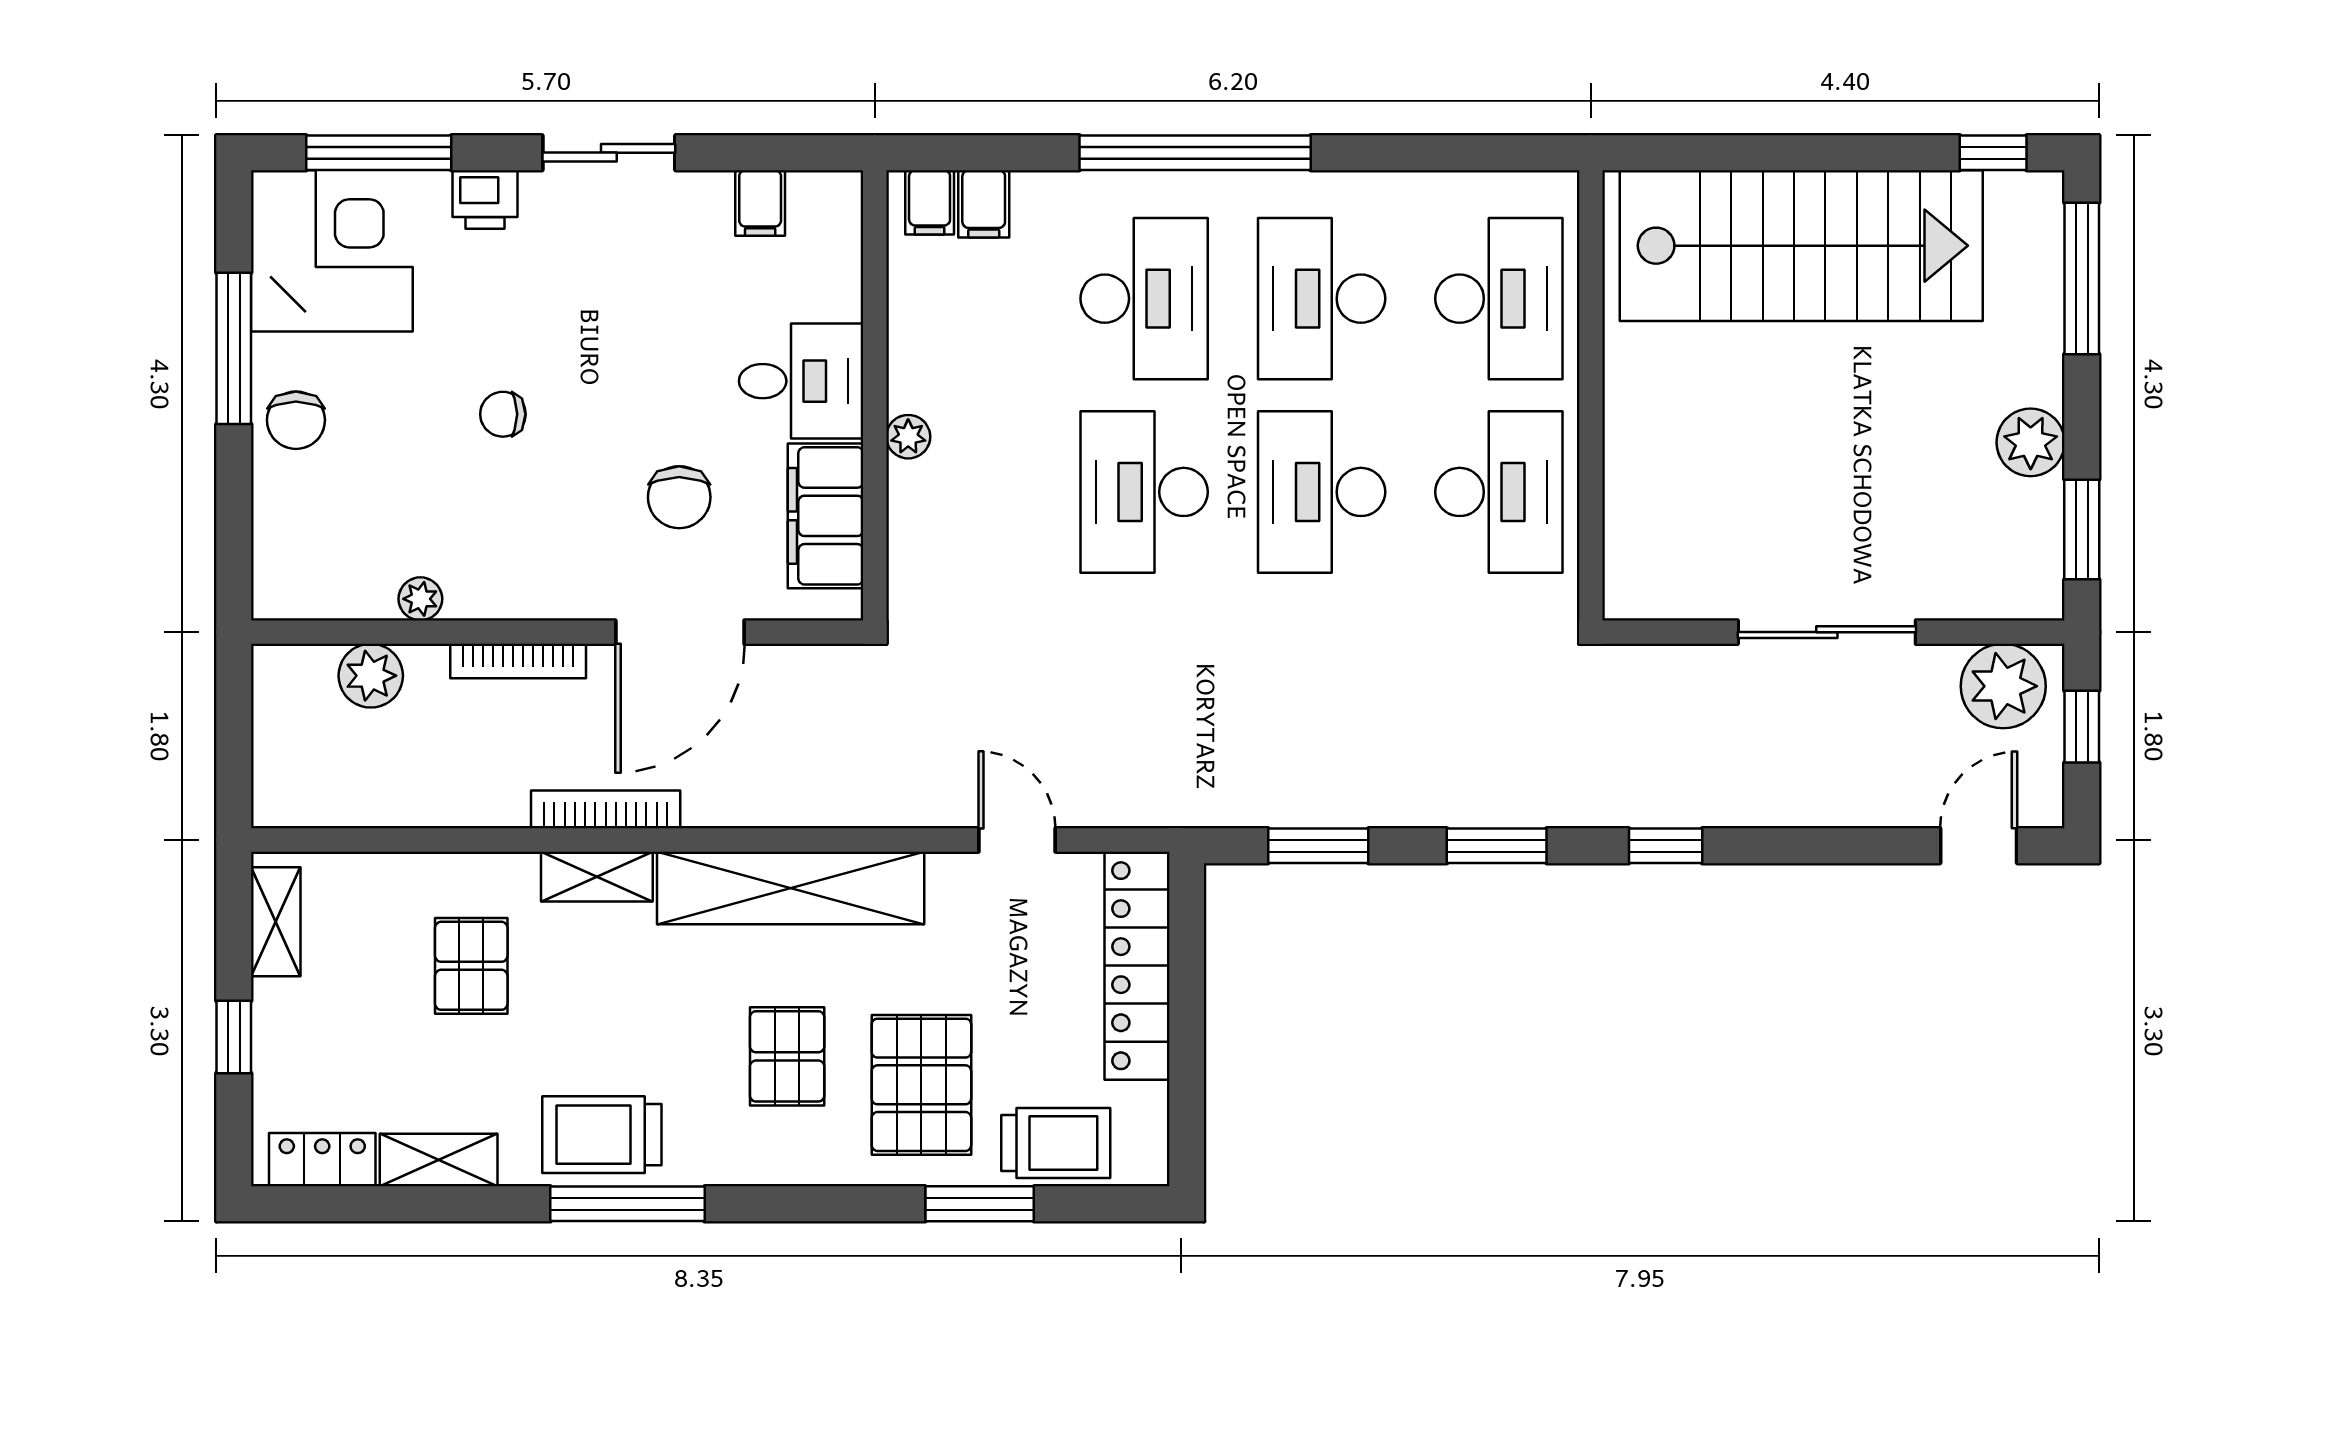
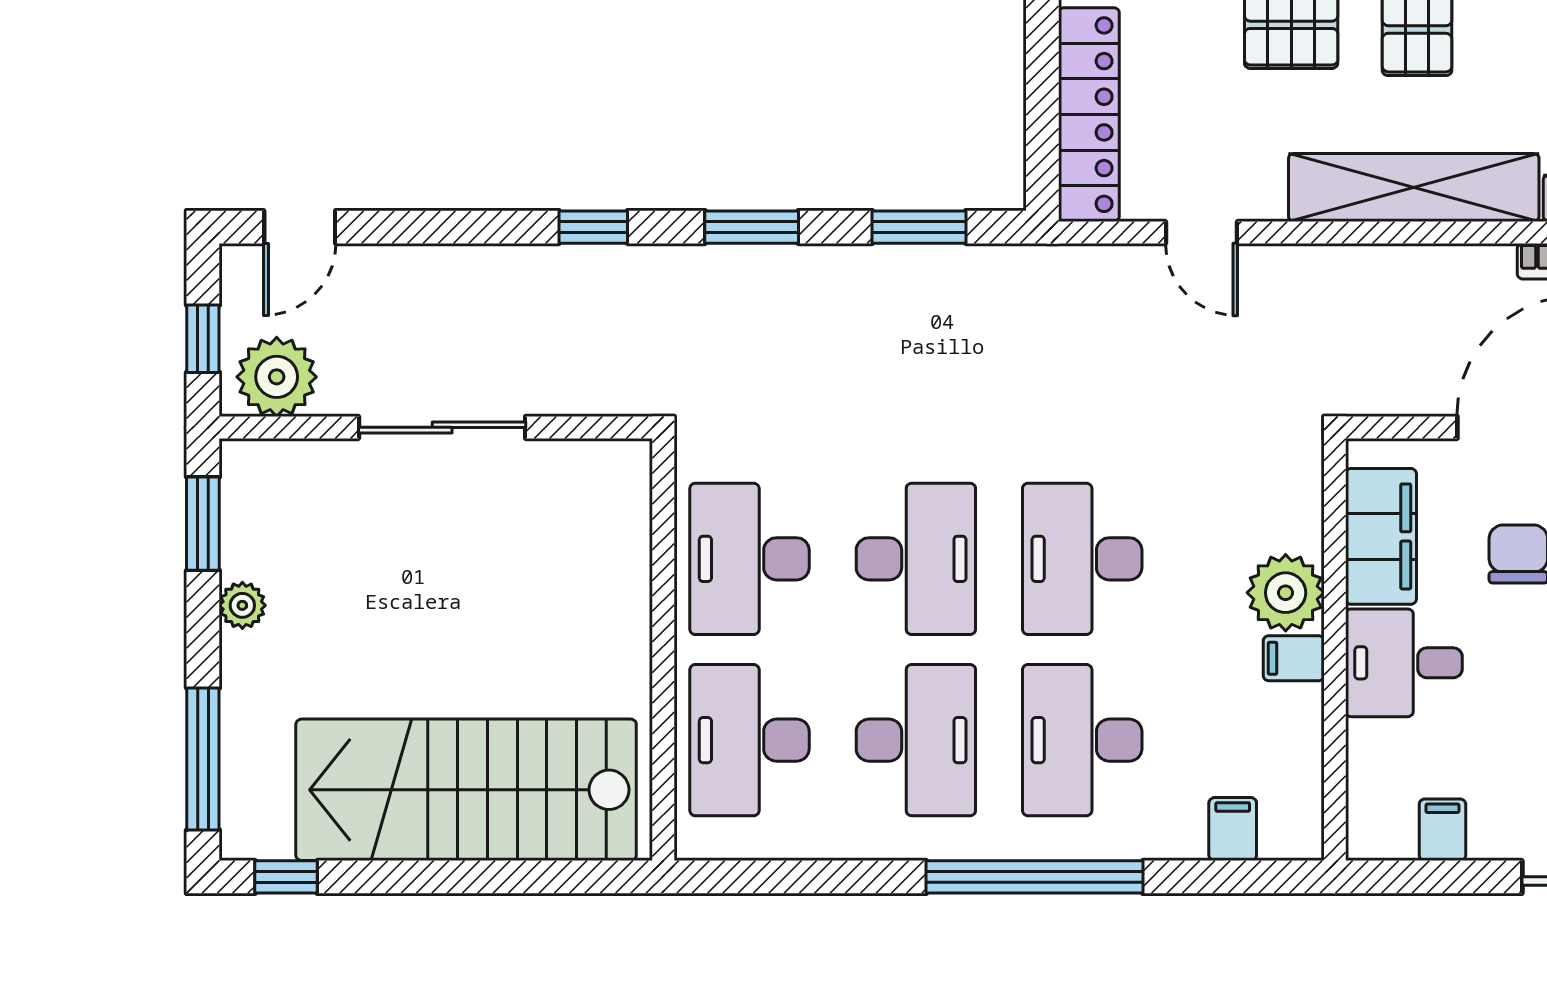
filing cabinet: (930, 202) -> (1294, 658), moved, turned -90
plant: (908, 437) -> (1286, 593), width x1.87, depth x1.87
plant: (2031, 442) -> (242, 605), width x0.73, depth x0.73
desk: (1144, 492) -> (1082, 559), turned 180

